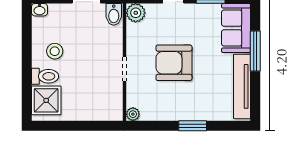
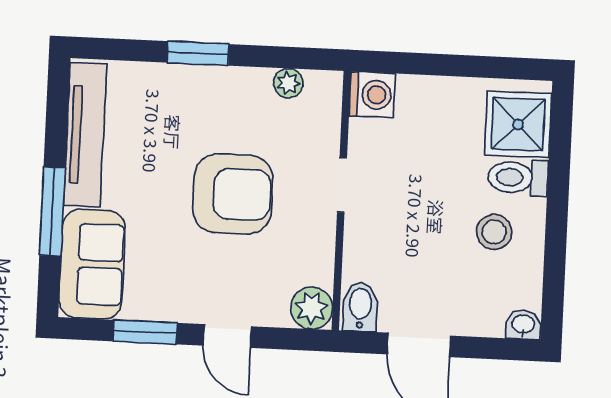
washing machine: (113, 111) -> (372, 95), added
plant: (133, 114) -> (288, 83), moved

